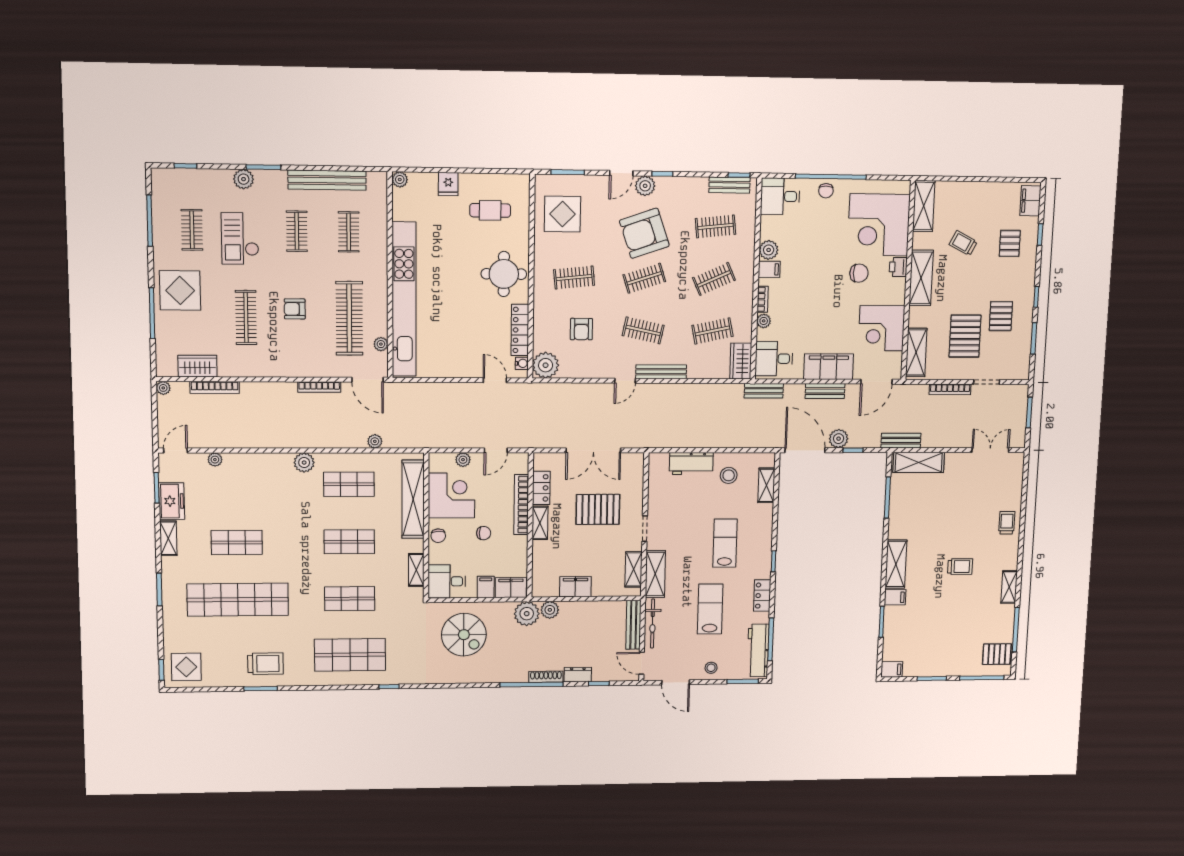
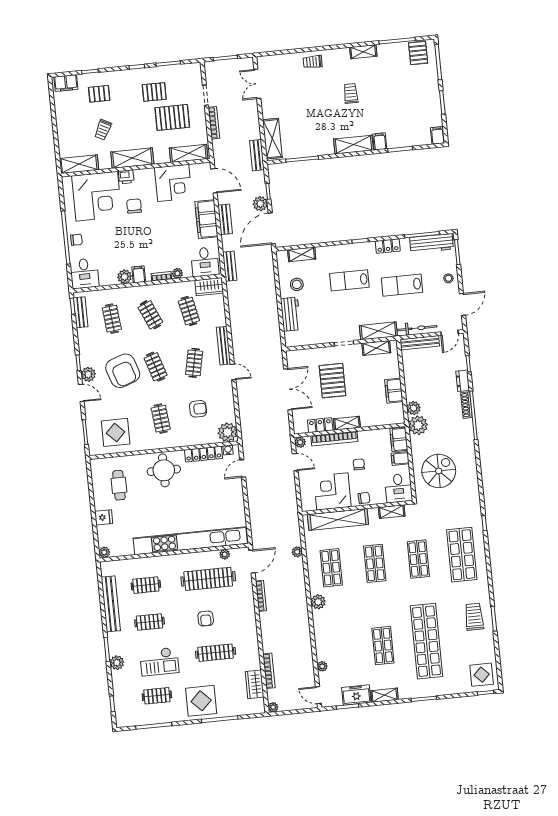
plant: (463, 460) -> (300, 442), moved

